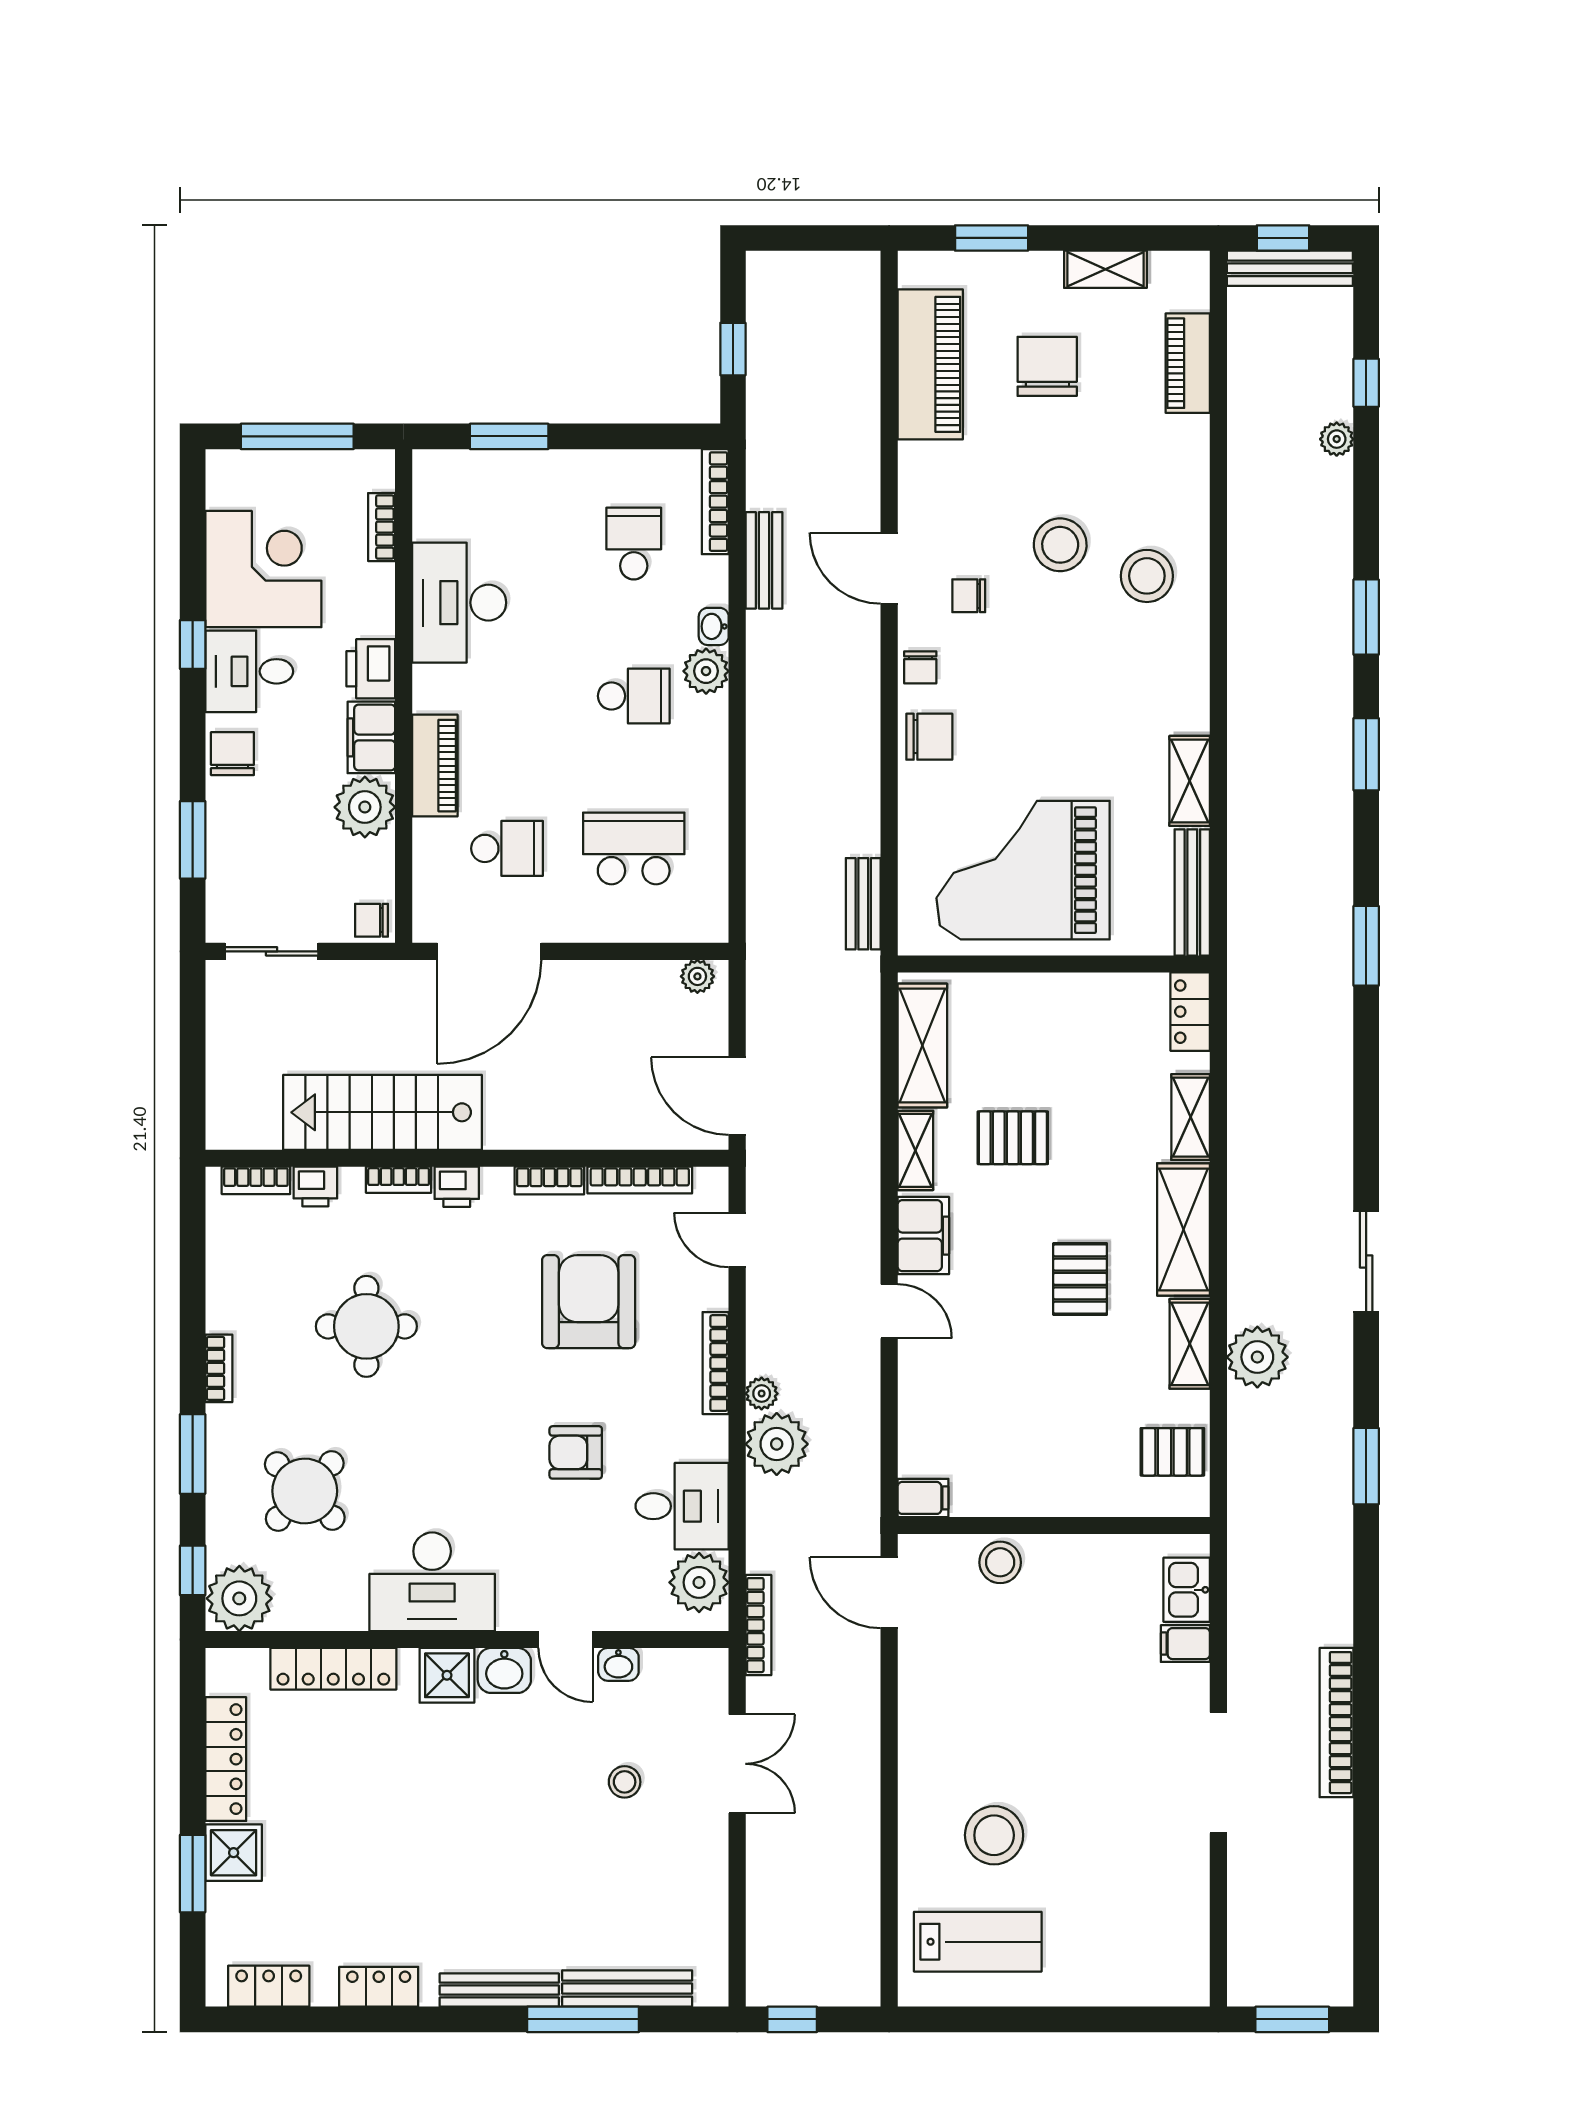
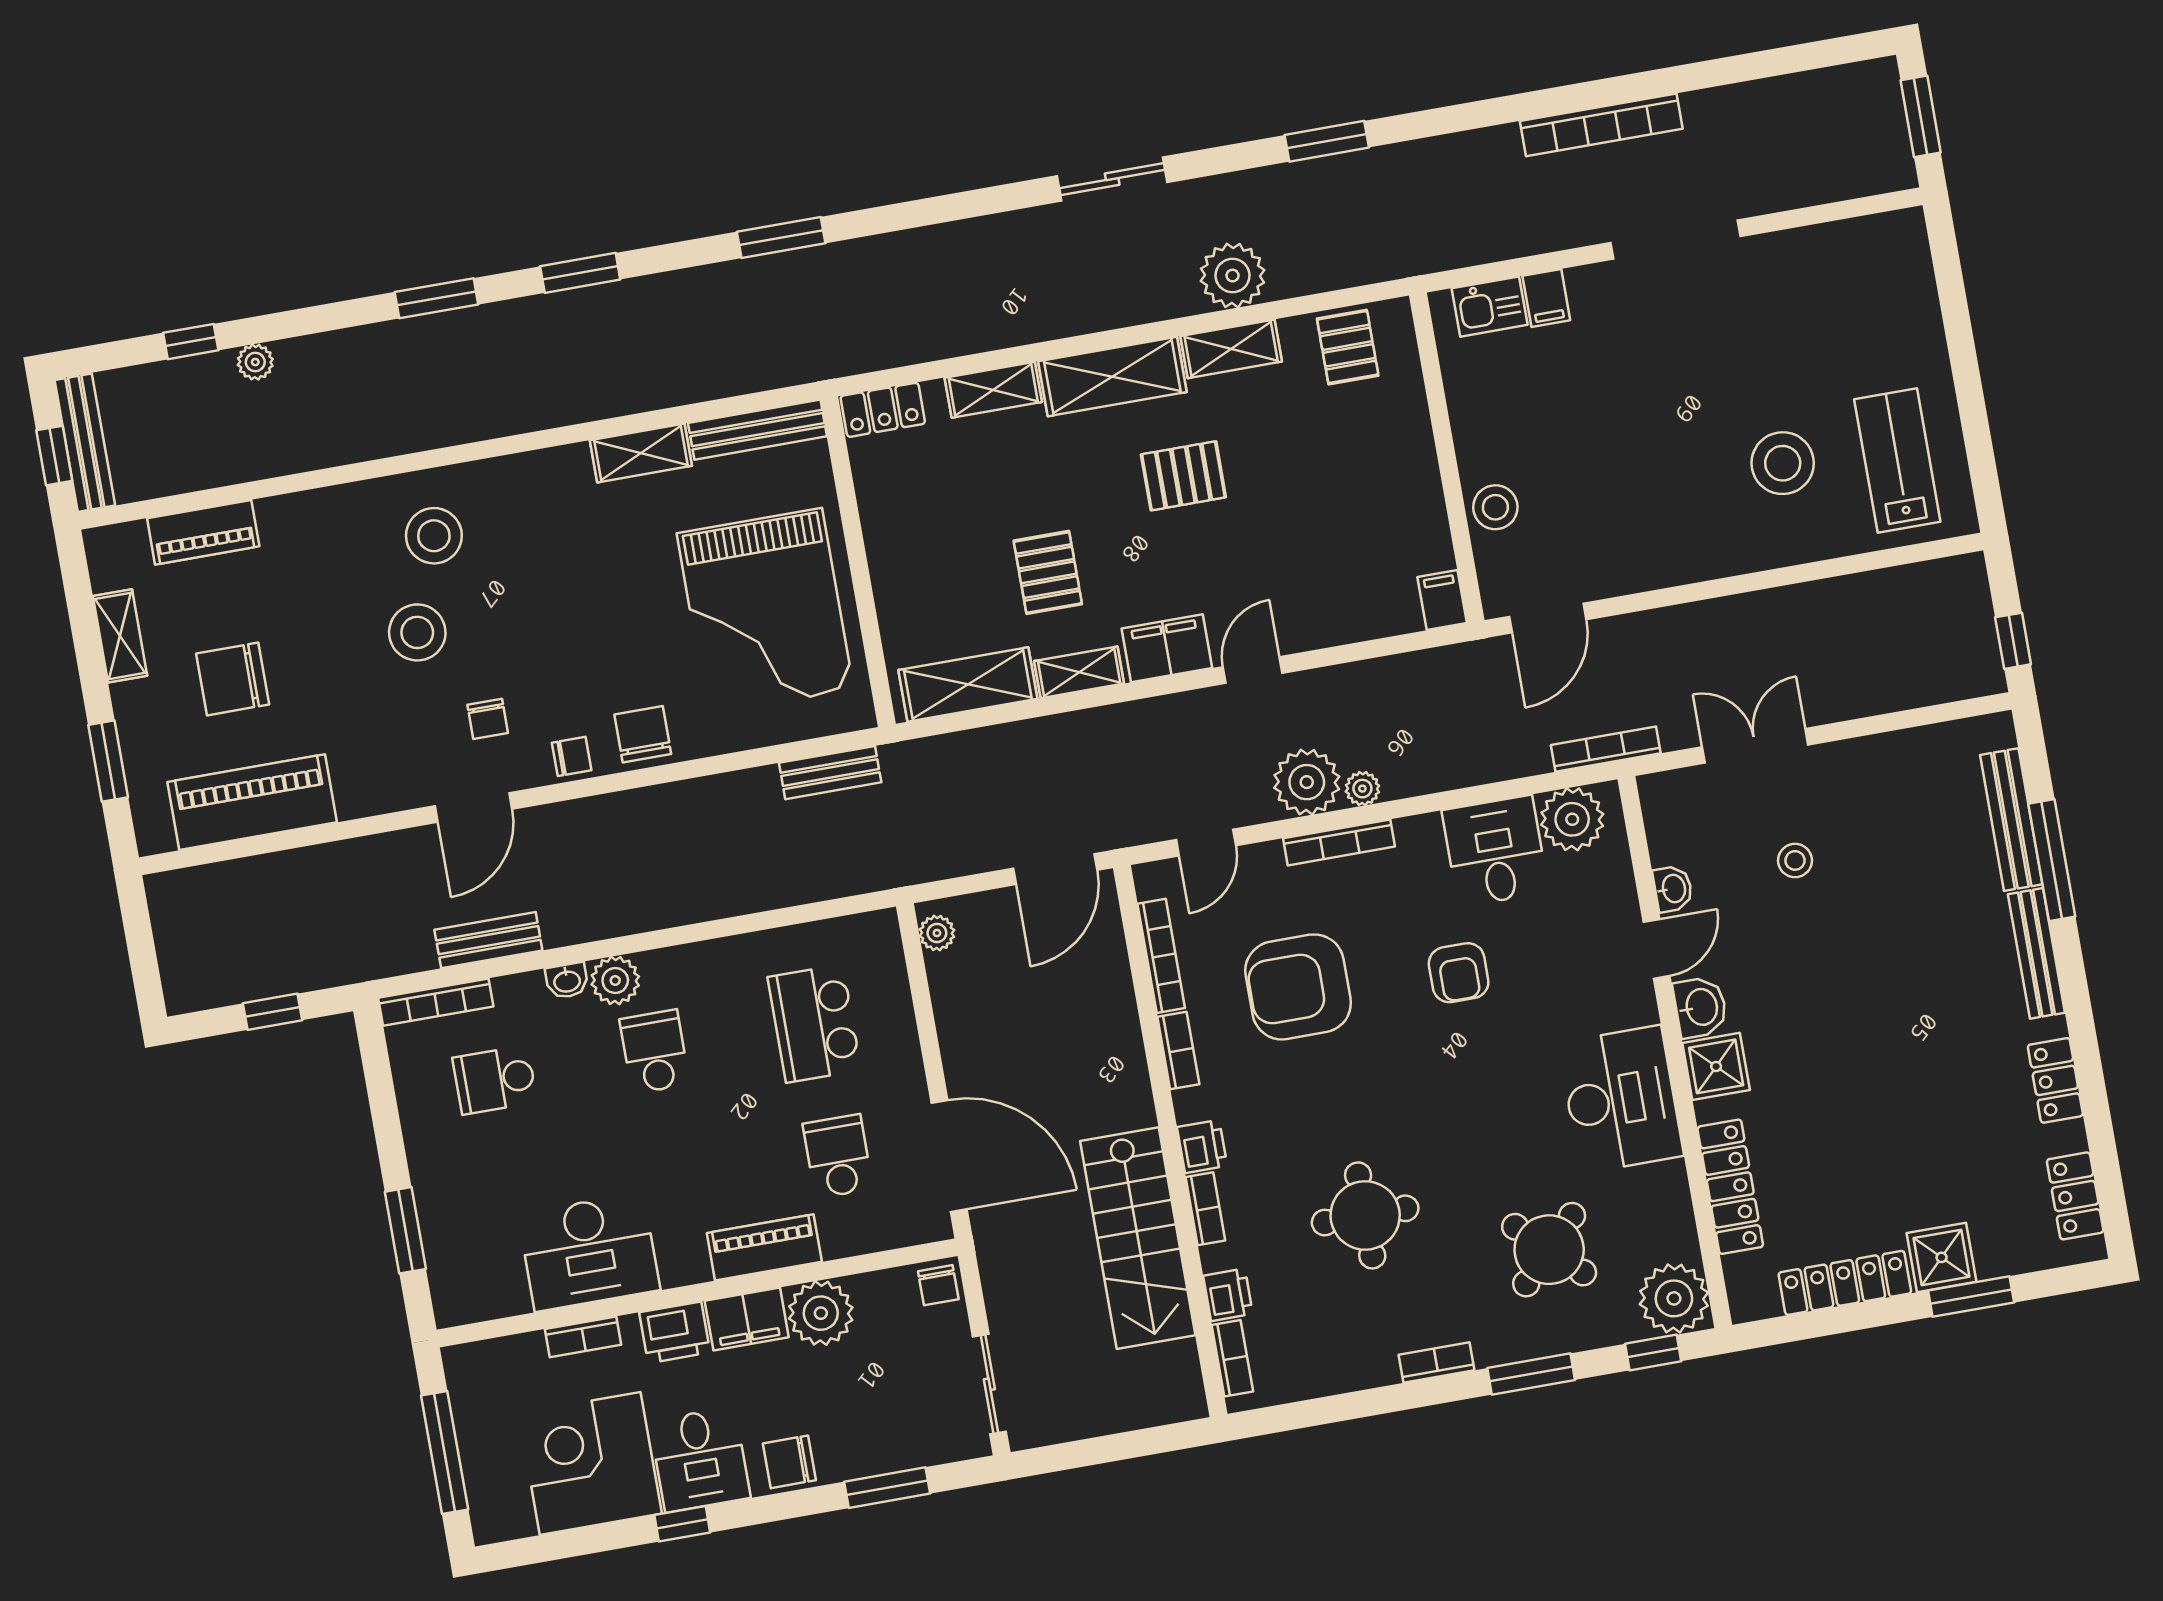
bookcase: (382, 527) -> (583, 1337), moved
plant: (777, 1444) -> (1307, 782), moved

